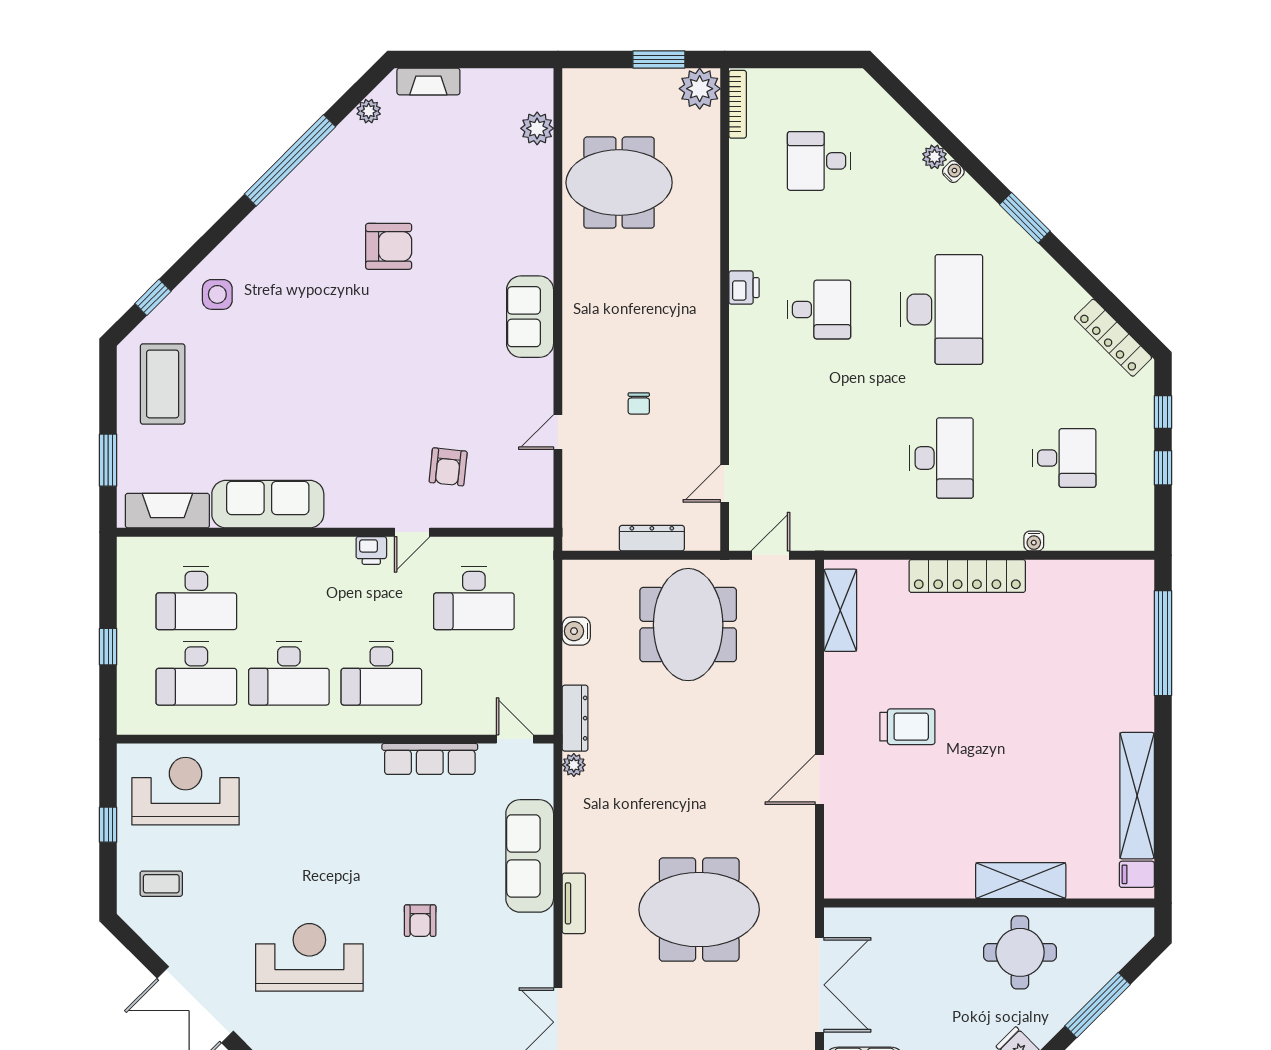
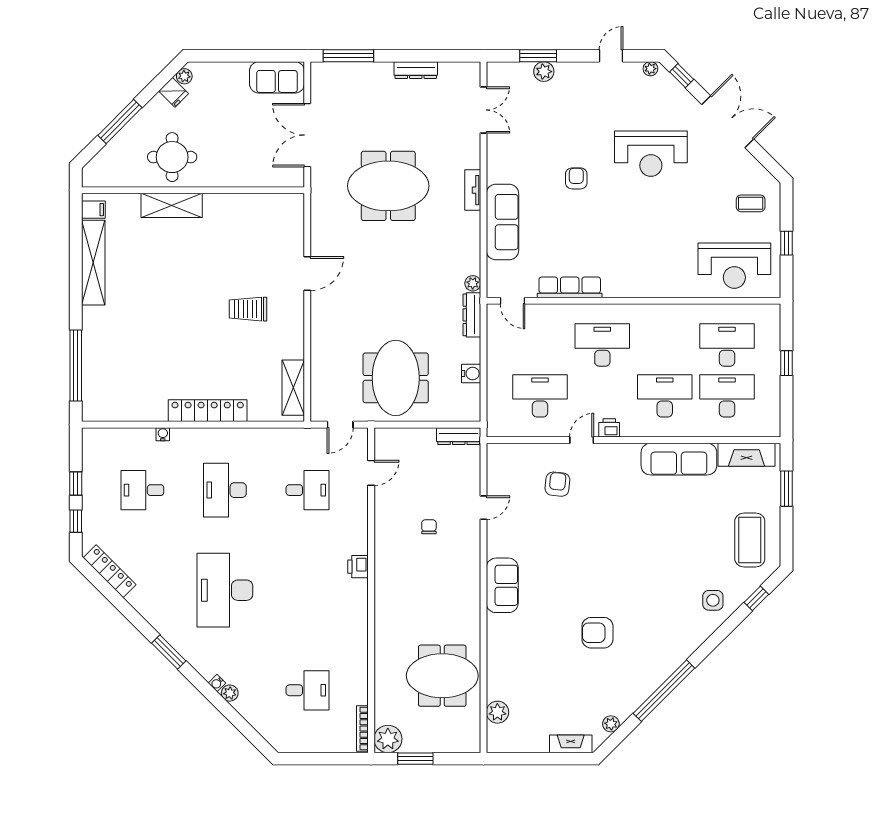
printer: (744, 288) -> (358, 567), moved
desk: (819, 309) -> (308, 490), moved, turned 180
dresser: (652, 538) -> (459, 436), moved
desk: (289, 673) -> (665, 396), moved

